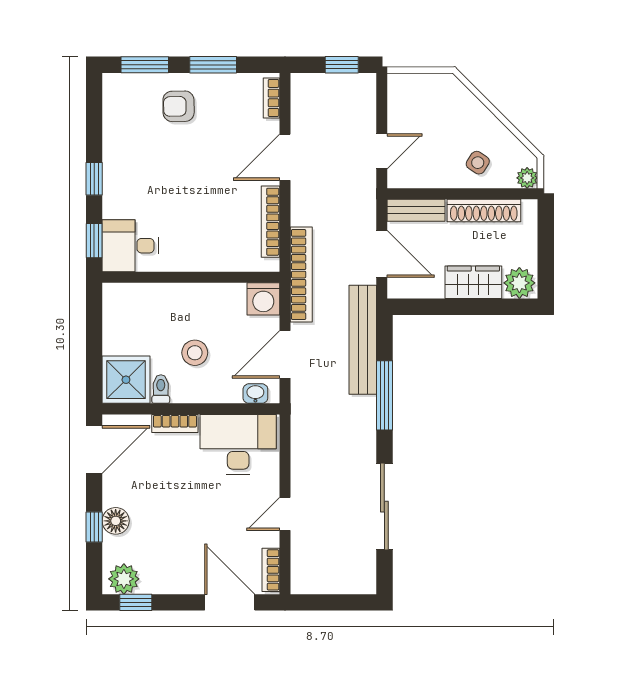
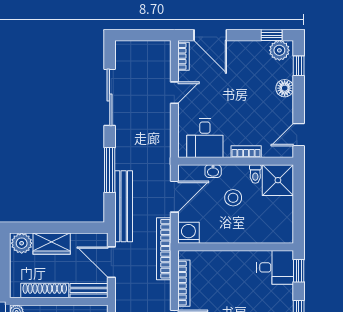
washbasin: (255, 394) -> (213, 171), moved
desk: (238, 444) -> (205, 138), width x0.73
door: (94, 450) -> (299, 135), width x0.73
window: (94, 527) -> (299, 66), moved

